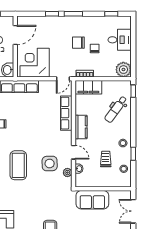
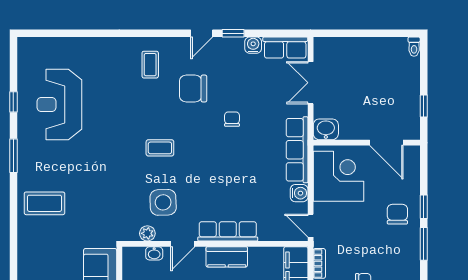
chair: (78, 43) -> (397, 214), moved
water cooler: (44, 85) -> (299, 193), added
row of seats: (66, 113) -> (228, 231), moved
coffee table: (18, 165) -> (160, 148), width x0.54, depth x0.58

